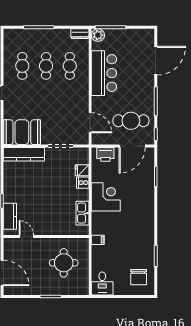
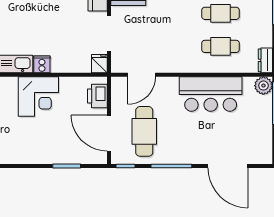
fridge: (82, 170) -> (99, 64), moved
cooker: (83, 183) -> (42, 64), moved

